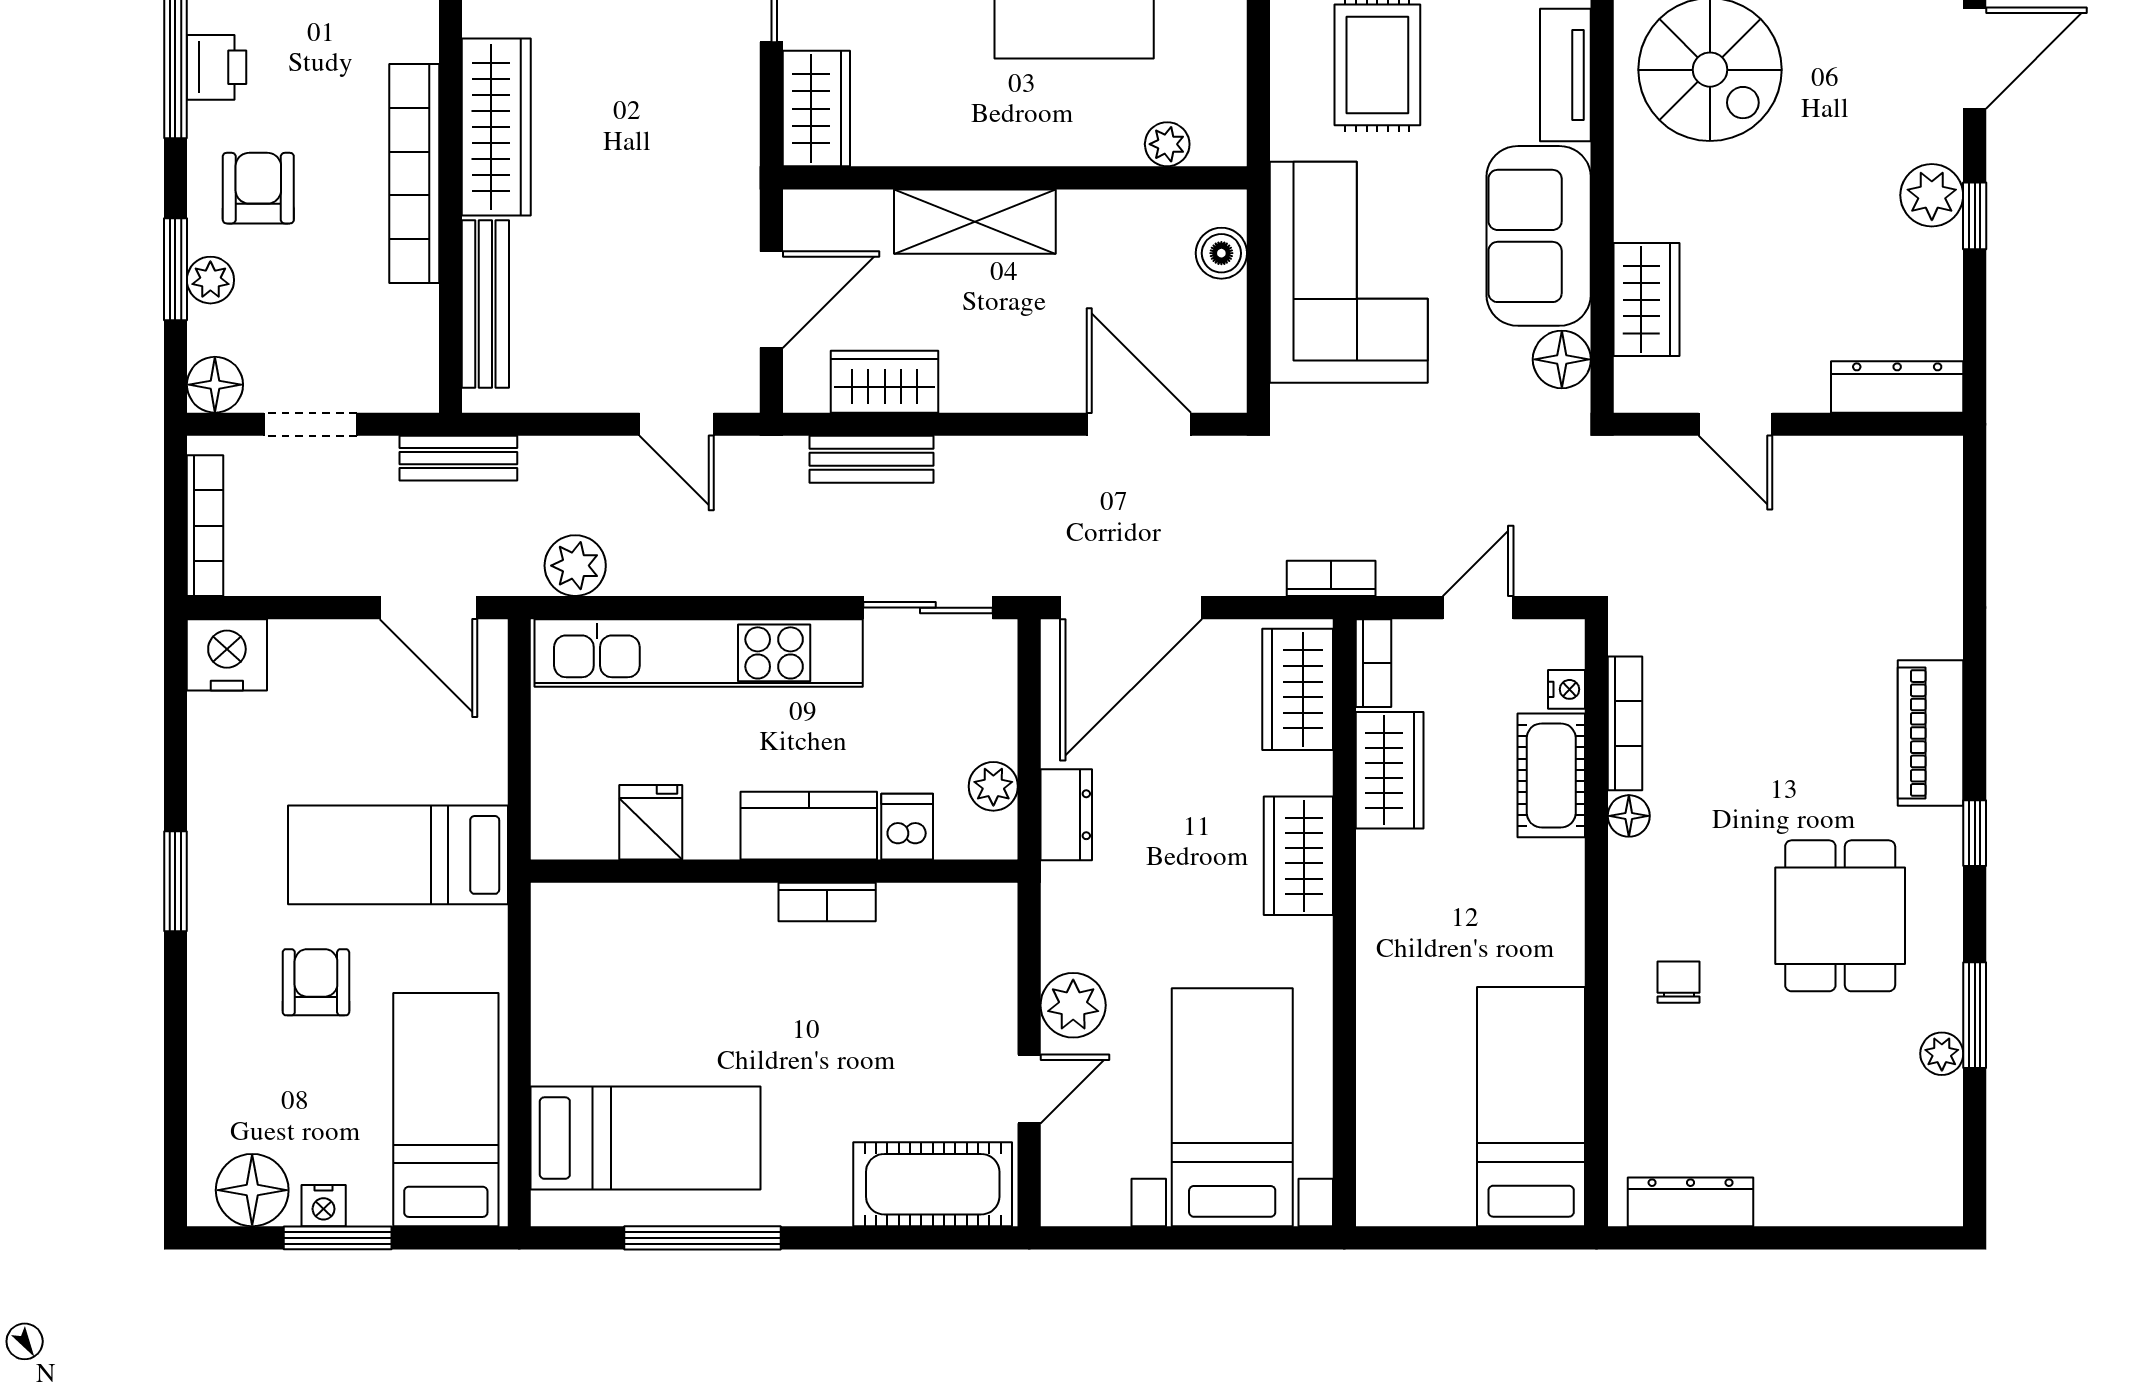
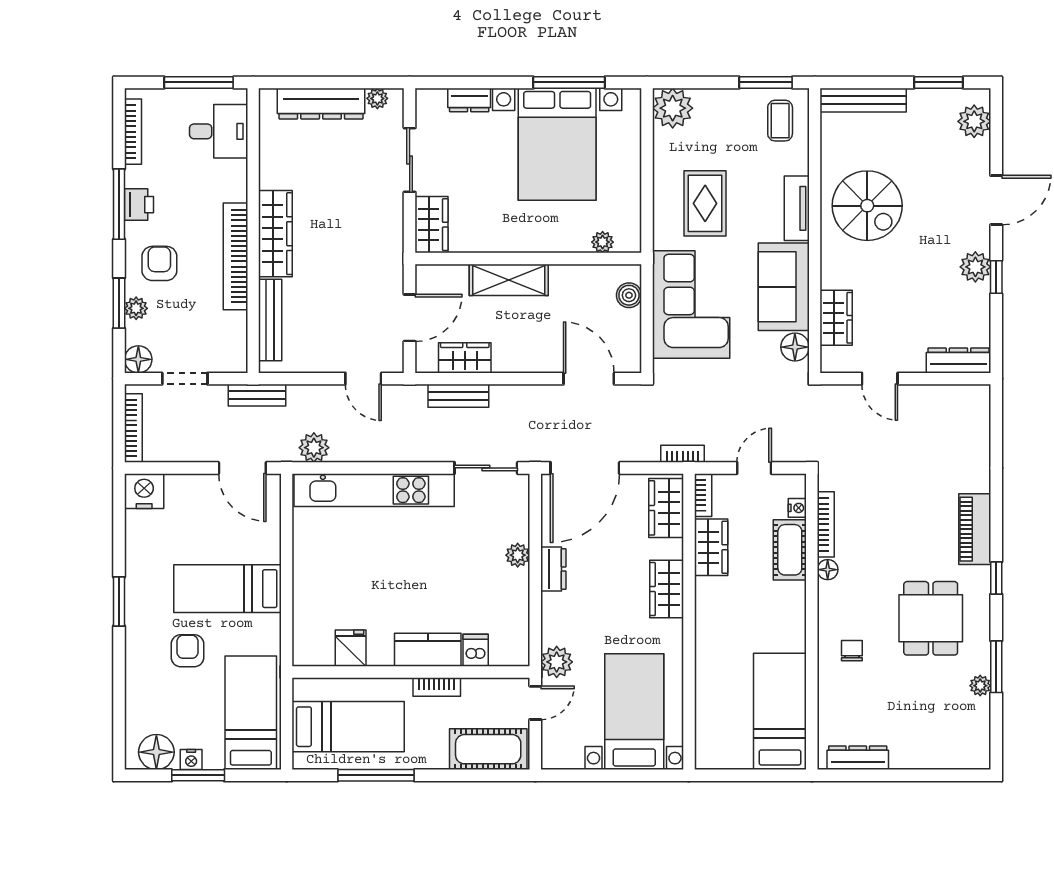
fridge: (651, 822) -> (351, 648), moved
kitchen counter: (809, 826) -> (428, 650), moved
dishwasher: (907, 827) -> (476, 650), moved
wall: (774, 871) -> (411, 672), moved
bookcase: (827, 902) -> (437, 687), moved

